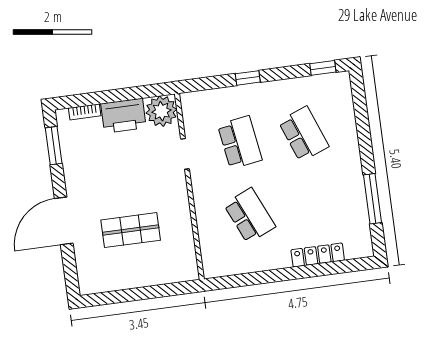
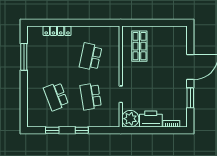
window: (323, 68) -> (52, 130), moved
window: (54, 146) -> (190, 98), moved
school desk: (250, 216) -> (91, 57), turned 36
shop shelf: (131, 230) -> (139, 46), moved, turned 90

